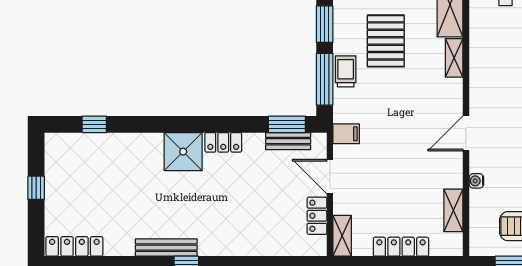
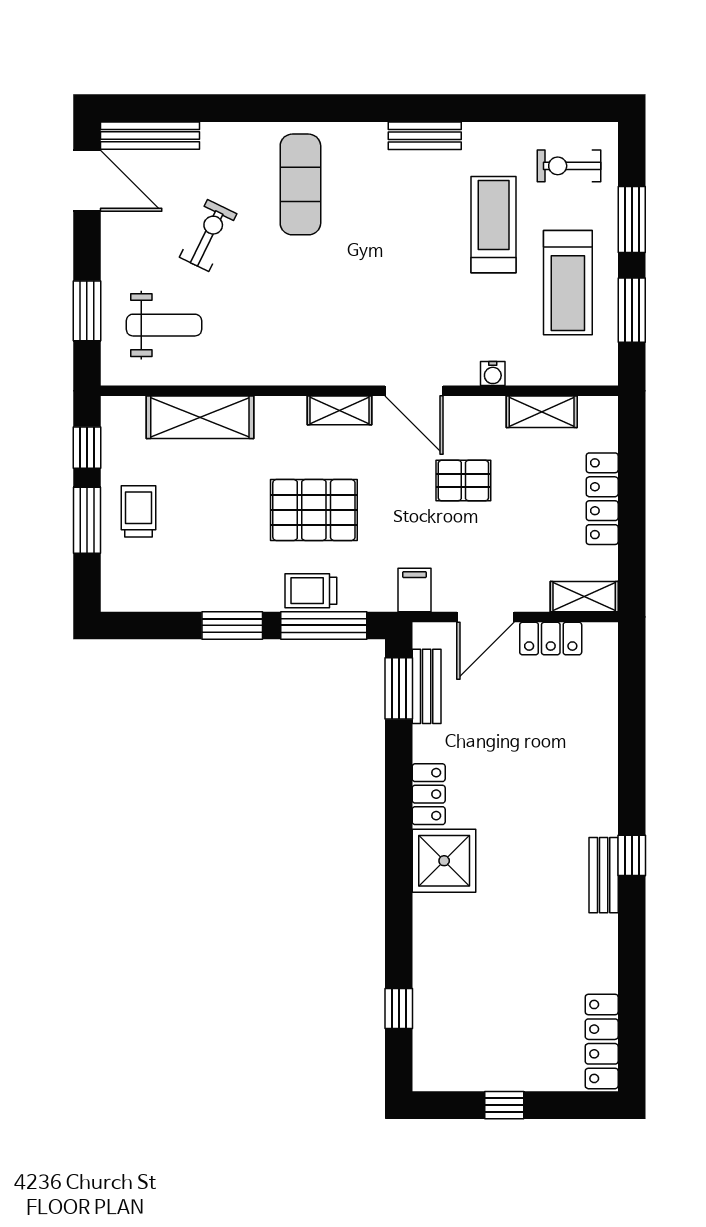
pallet: (386, 41) -> (314, 510), moved
shelving: (454, 58) -> (340, 410), moved
pallet: (412, 163) -> (463, 481), added
bench: (166, 248) -> (604, 875), width x0.73

